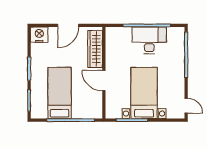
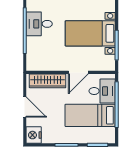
desk: (149, 40) -> (39, 24), width x0.73
desk: (85, 105) -> (102, 91), added

